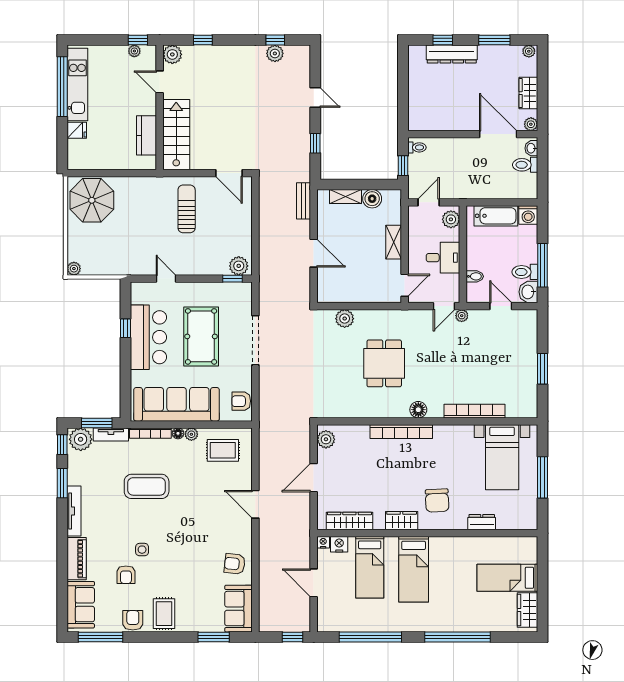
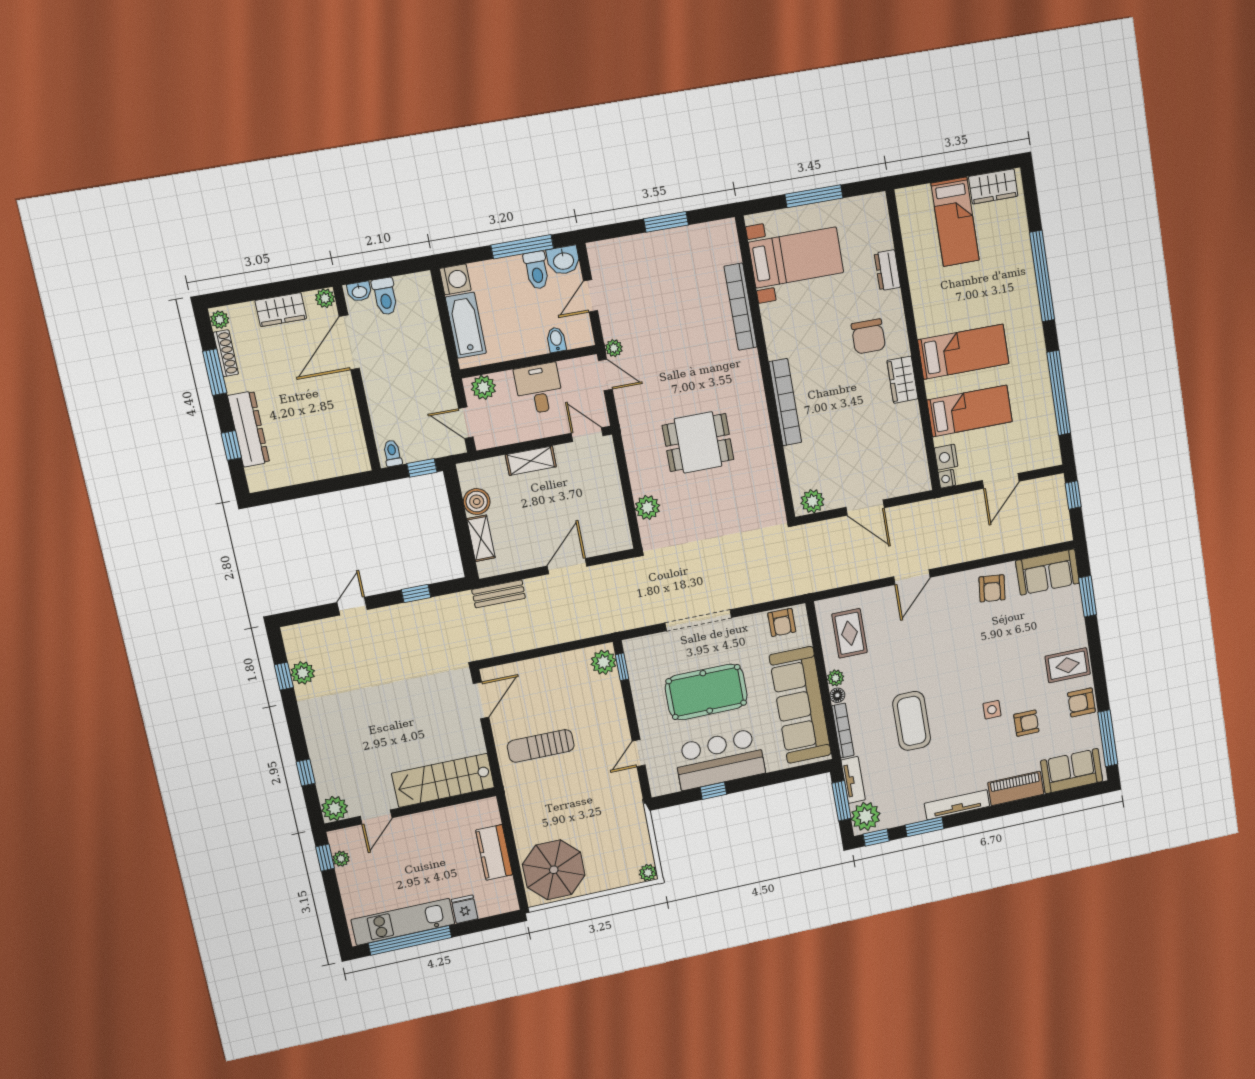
shoe rack: (506, 50) -> (226, 353), added
kitchen counter: (146, 135) -> (494, 852), moved, turned 90
floor lamp: (418, 410) -> (752, 384), removed
chair: (437, 500) -> (868, 336), turned 93
wardrobe: (349, 521) -> (914, 449), removed

